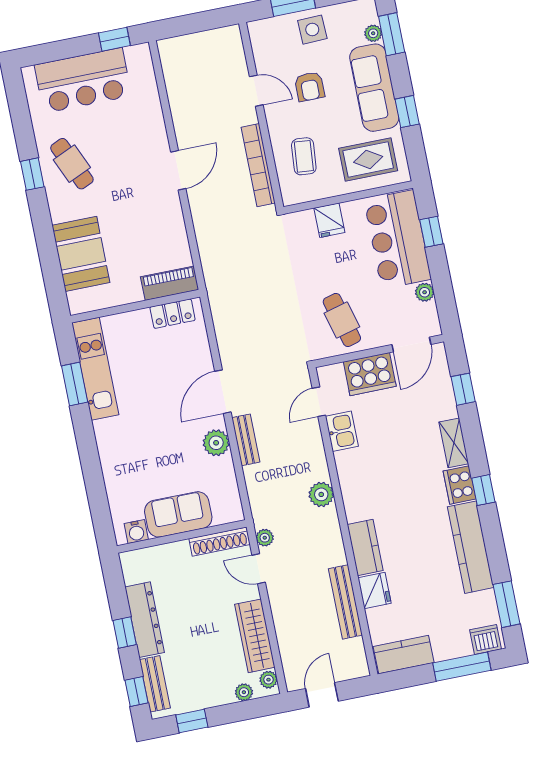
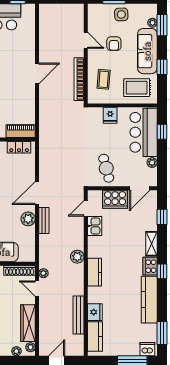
kitchen counter: (365, 547) -> (95, 272), moved
kitchen counter: (404, 655) -> (95, 336), moved, turned 90

